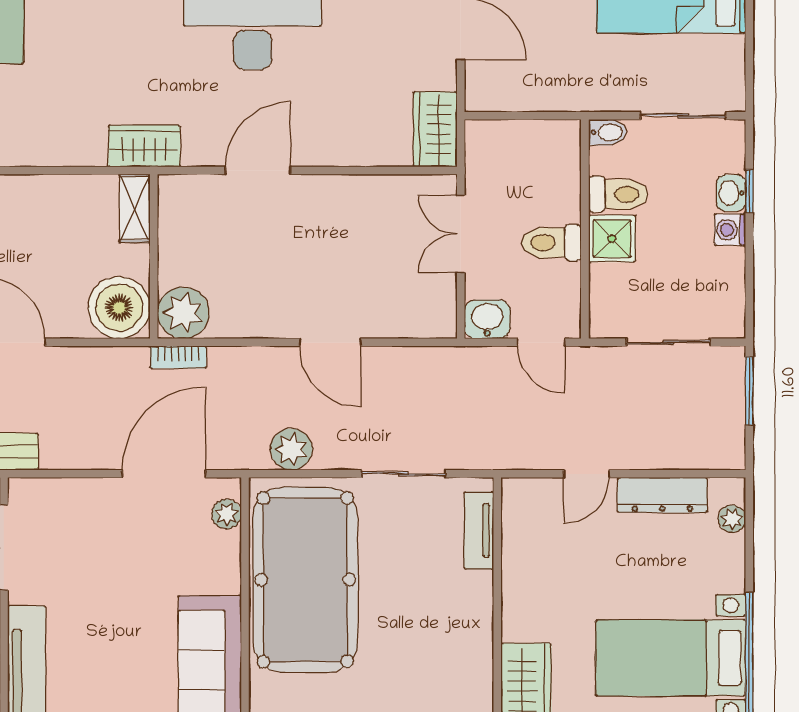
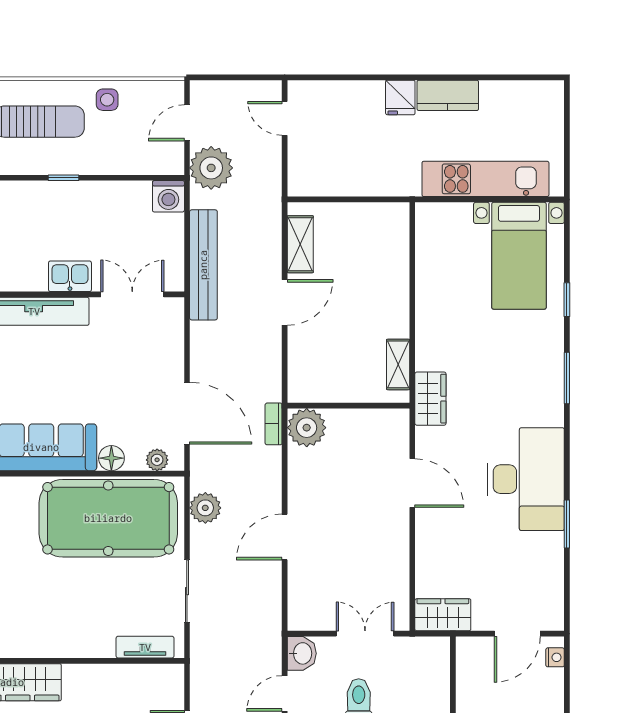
shelving: (135, 208) -> (398, 364), moved, turned 90
boiler: (119, 308) -> (310, 380), removed
floor lamp: (224, 575) -> (111, 458), added

